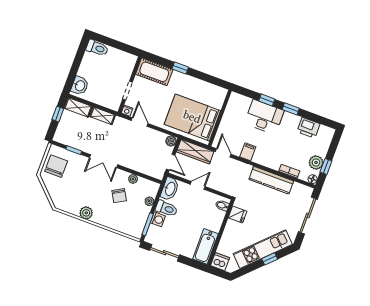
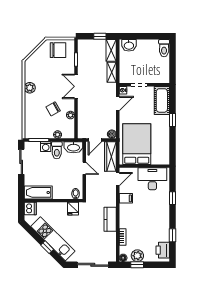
window: (291, 109) -> (173, 235), moved
desk: (264, 117) -> (152, 179), moved, turned -90
printer: (308, 128) -> (163, 250), moved
kitchen counter: (271, 180) -> (110, 219), width x0.67

